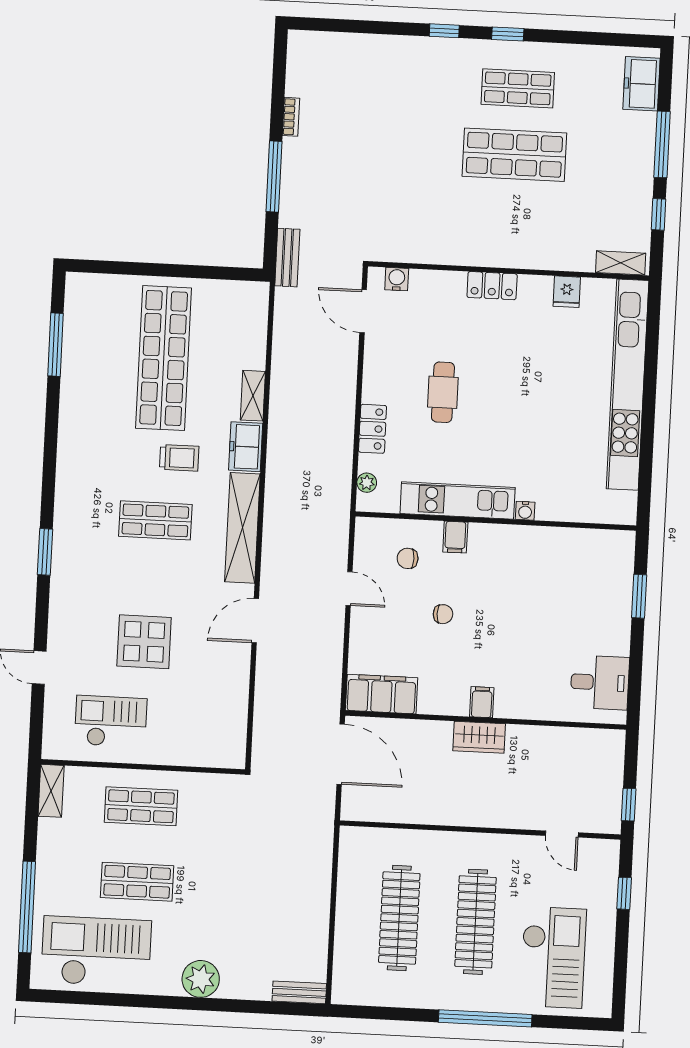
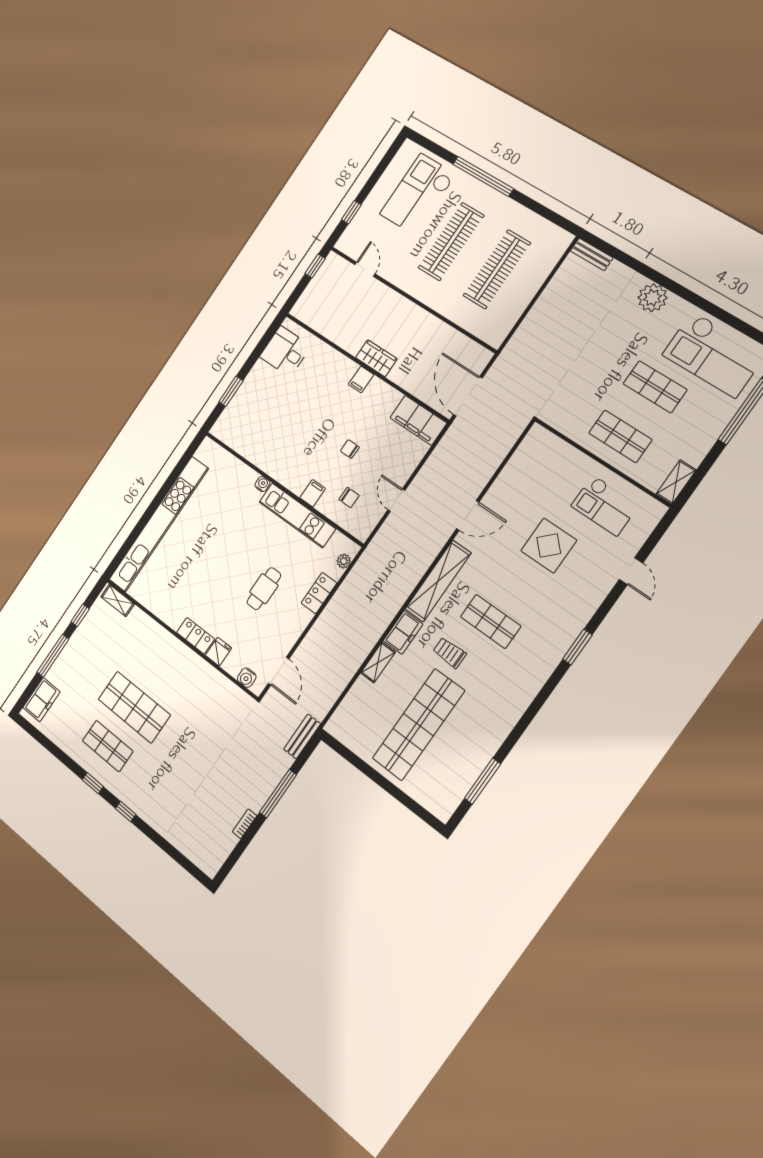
fridge: (567, 292) -> (218, 652), moved

